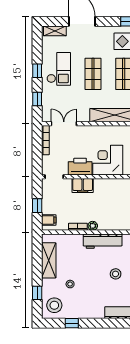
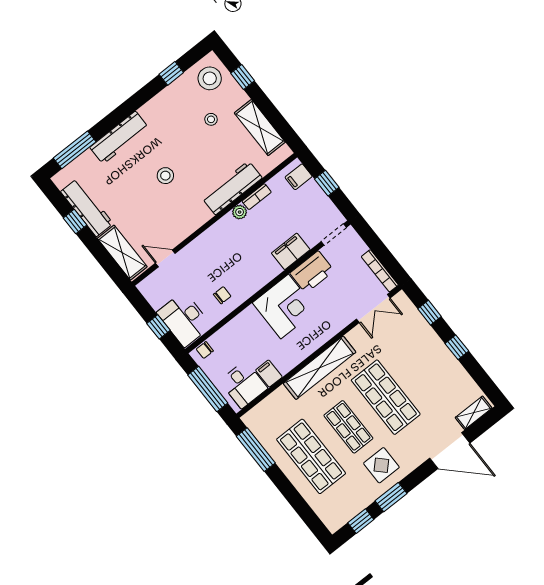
checkout: (59, 69) -> (432, 370), removed
shop shelf: (93, 74) -> (386, 397), width x1.43, depth x1.36
workbench: (103, 241) -> (232, 188), moved

